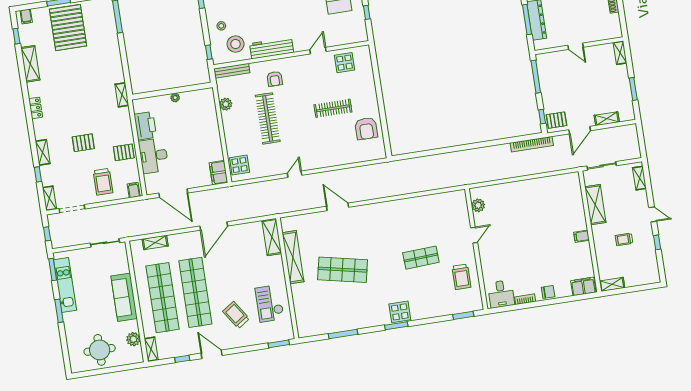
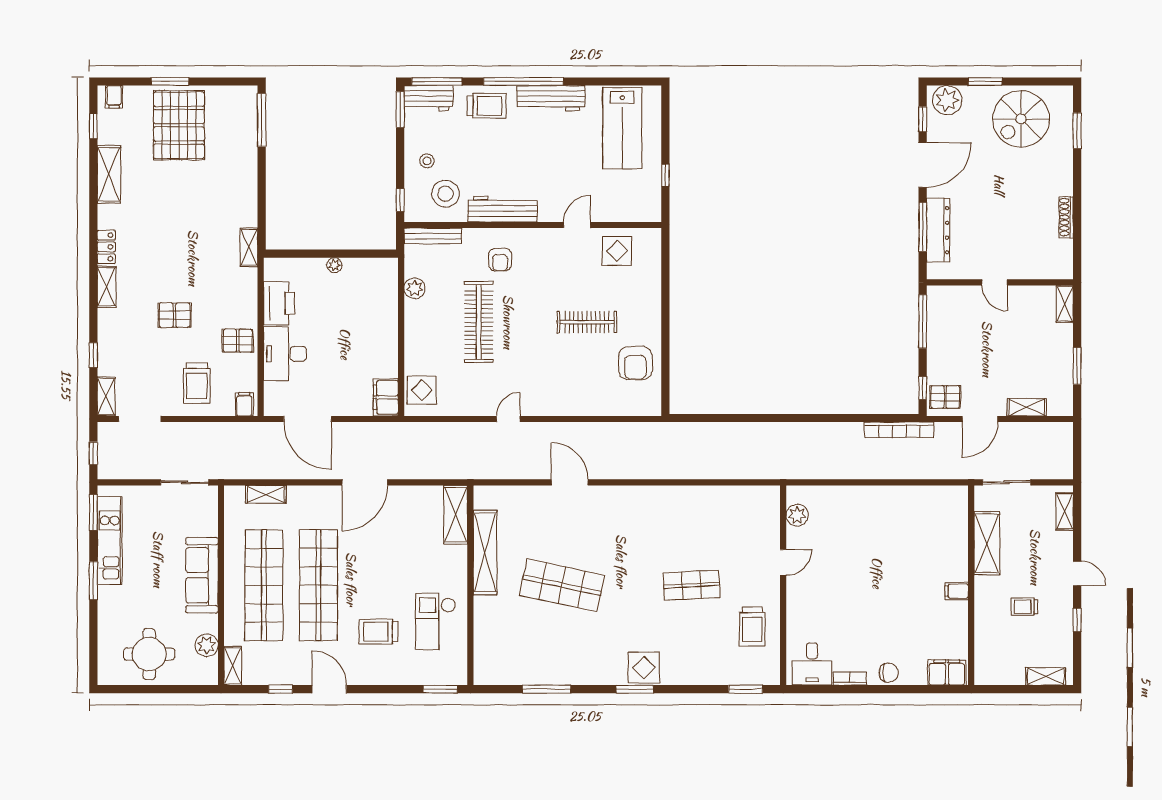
shelving: (43, 152) -> (107, 287), moved
shelving: (612, 284) -> (1046, 676), moved
trolley: (236, 315) -> (378, 632), turned -56

